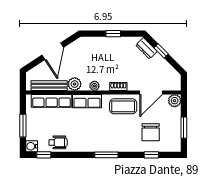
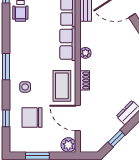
window: (161, 51) -> (117, 139), moved
plant: (75, 84) -> (87, 30), removed
side table: (124, 138) -> (25, 87), added

